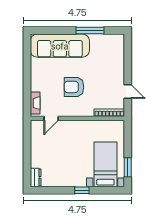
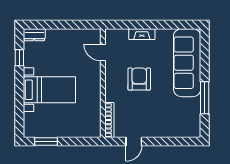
fireplace: (35, 103) -> (142, 34), moved
bed with nightstands: (105, 164) -> (49, 90), moved
window: (82, 190) -> (19, 58), moved

